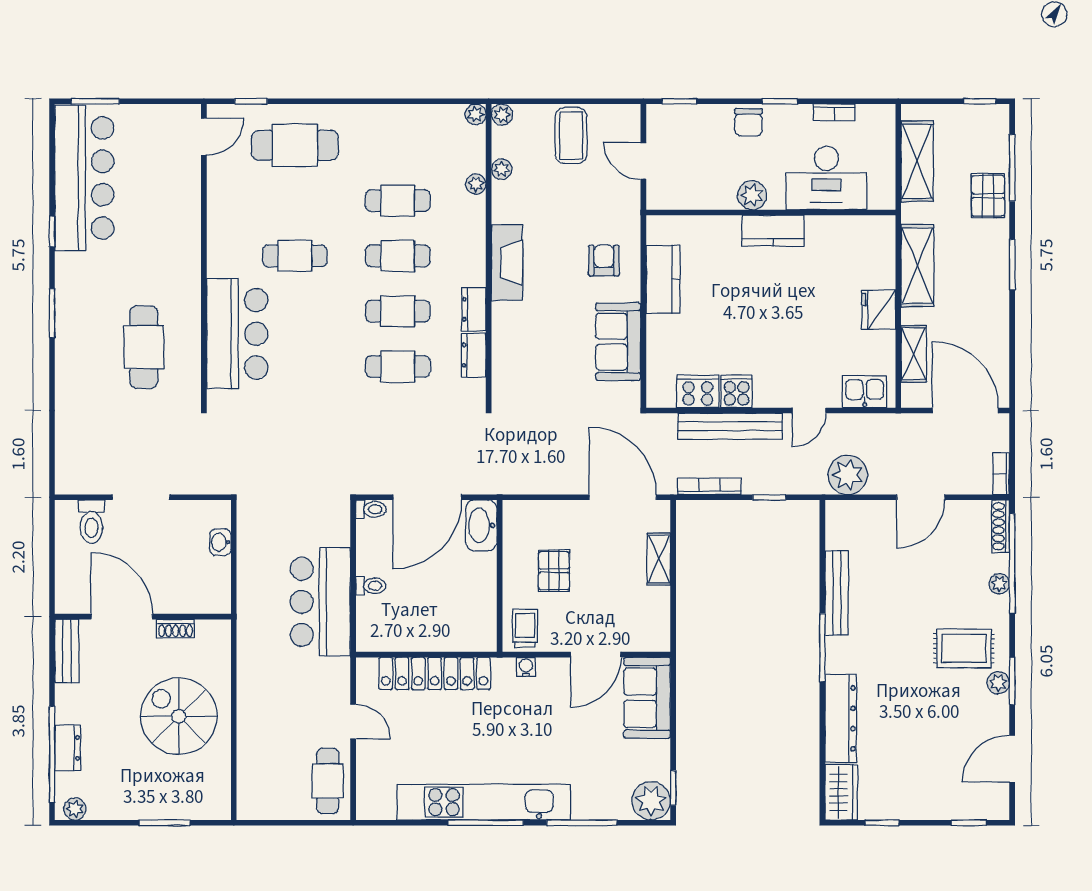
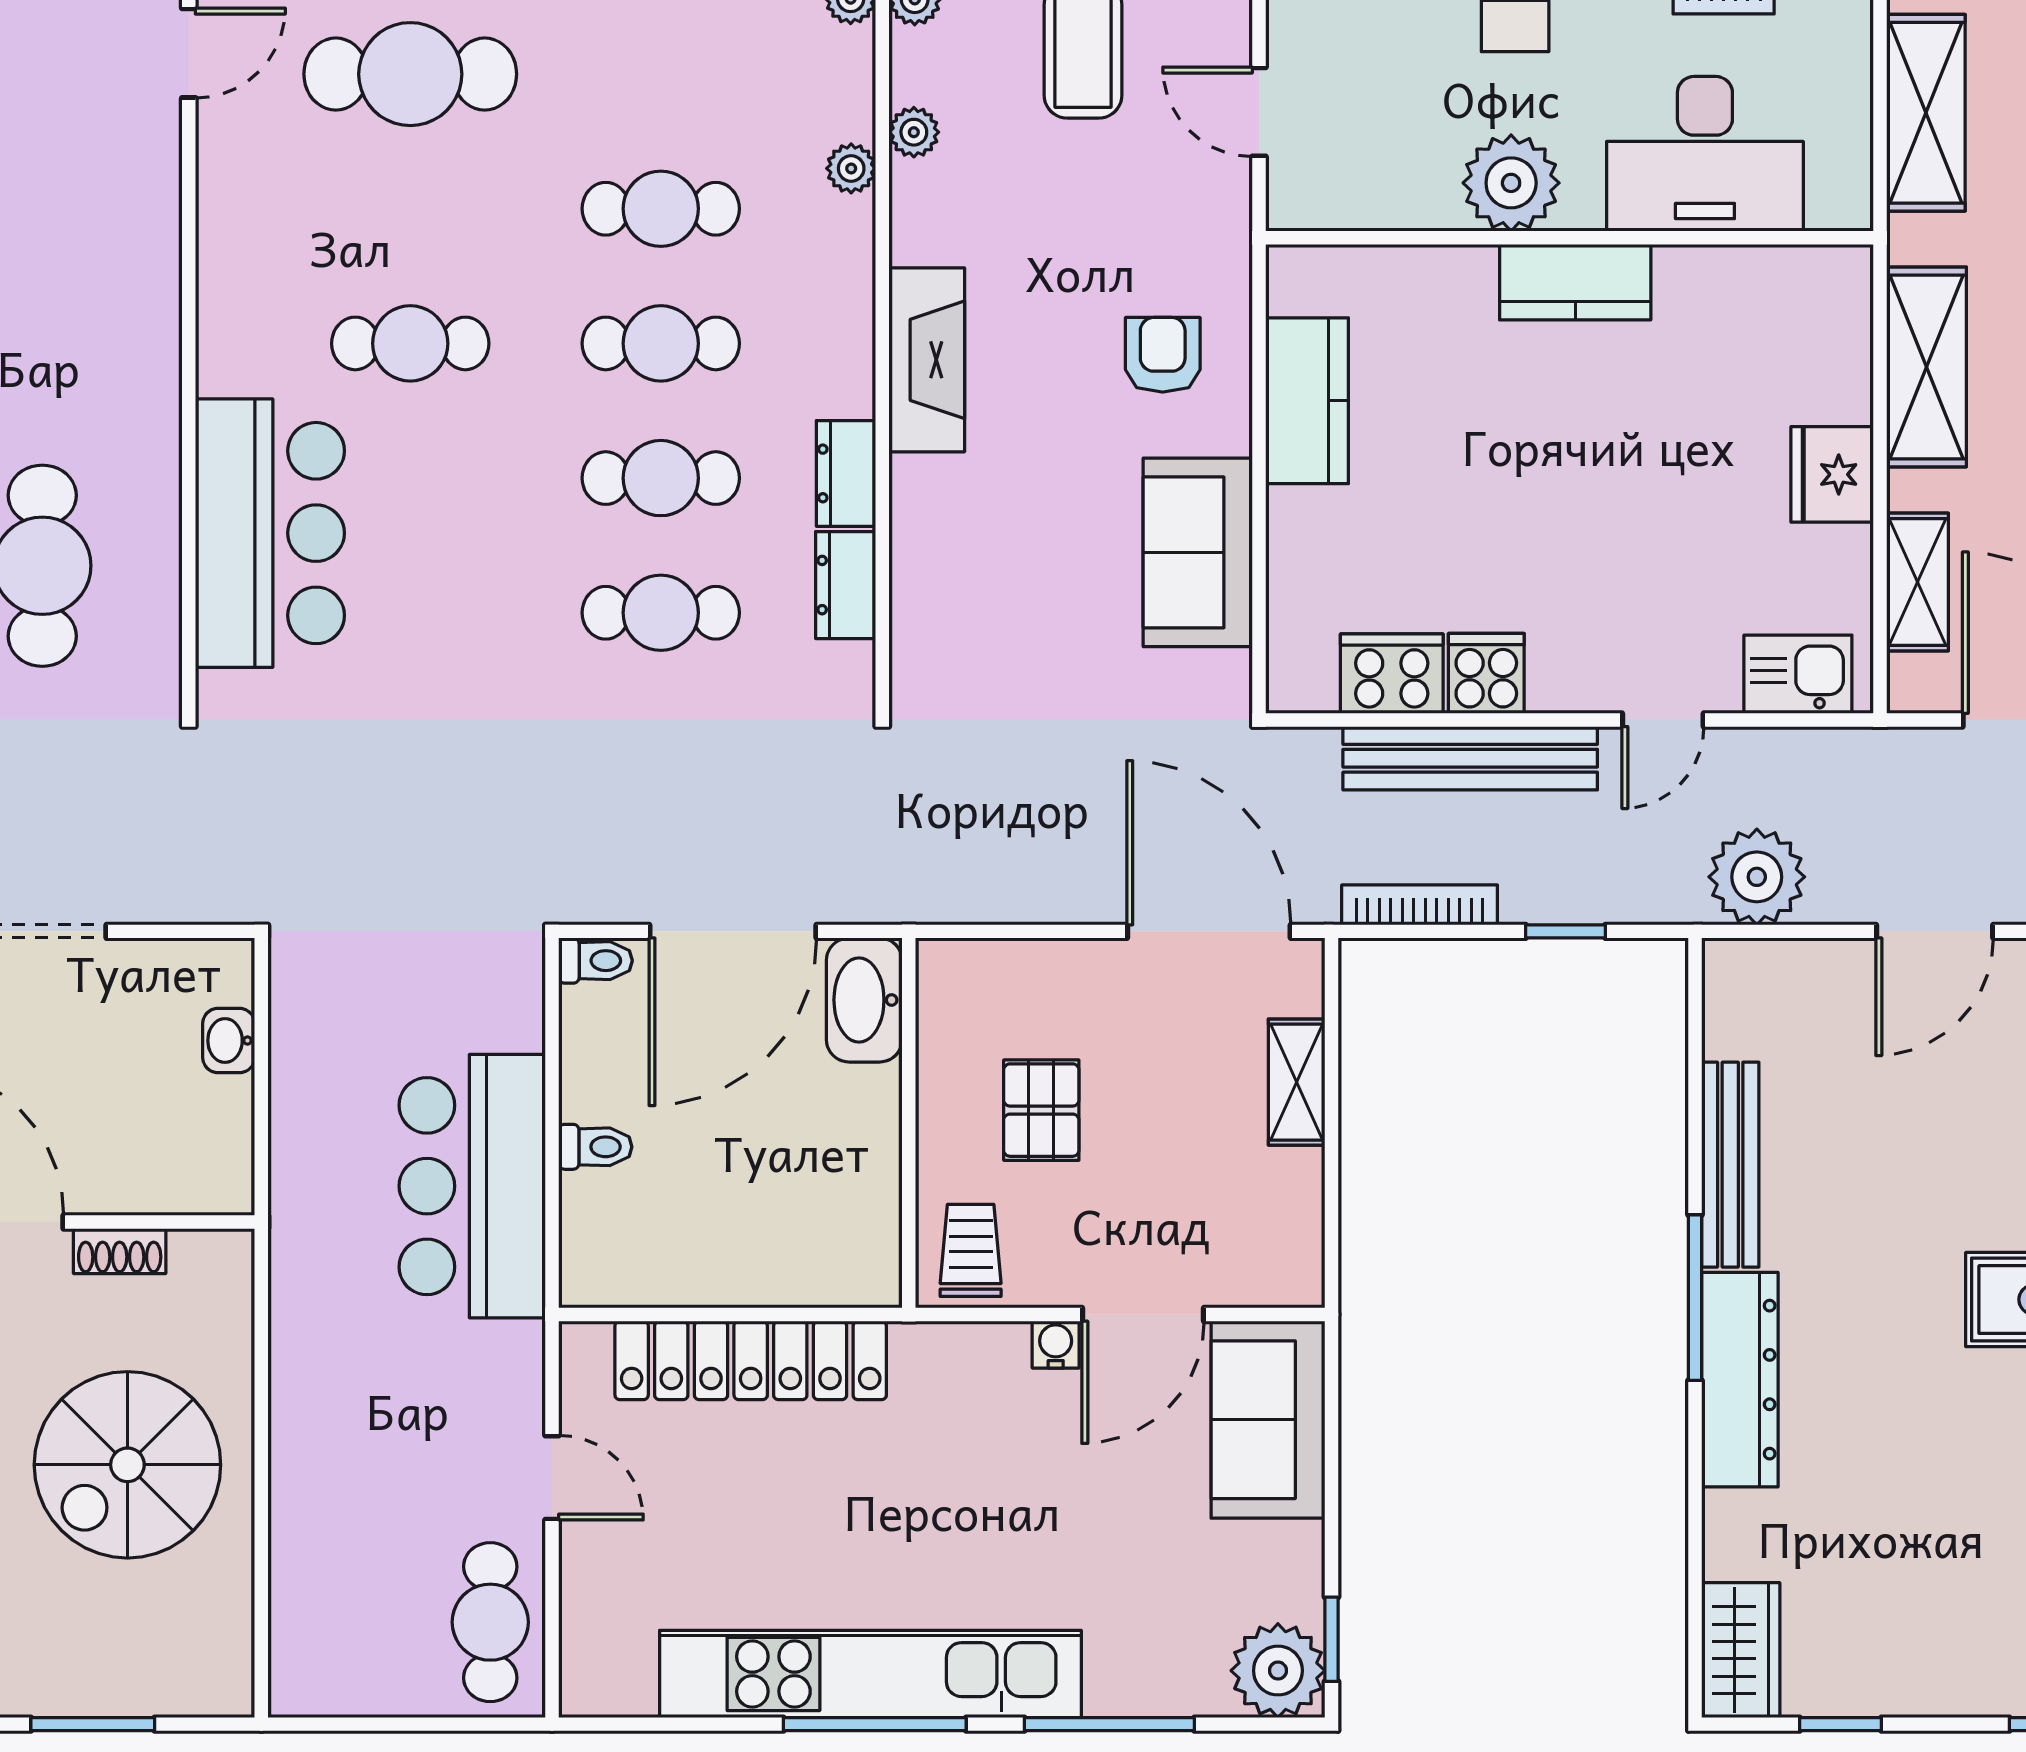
plant: (752, 195) -> (1511, 183), width x1.36, depth x1.36
water cooler: (526, 667) -> (1056, 1345), moved
spiral stairs: (179, 716) -> (127, 1465), turned -90
dresser: (841, 718) -> (1740, 1380), moved

